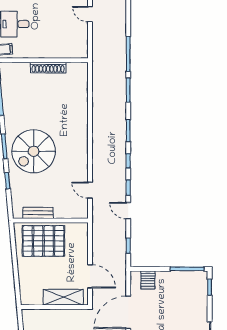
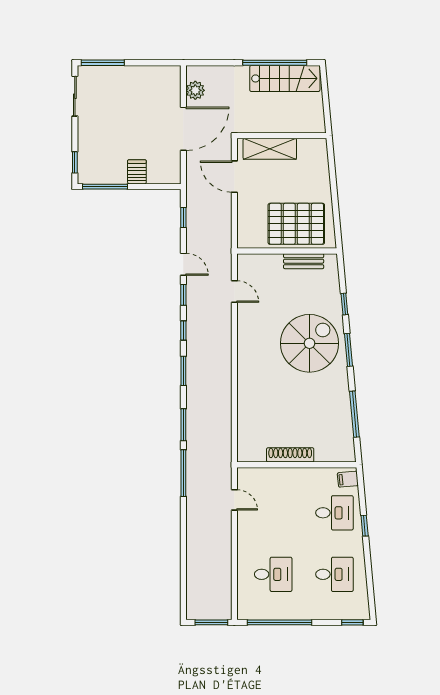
door: (90, 14) -> (234, 500), moved
server rack: (148, 280) -> (137, 172), moved

